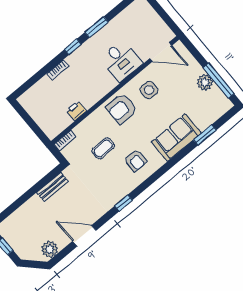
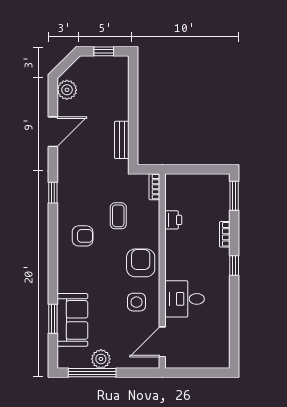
window: (97, 27) -> (234, 196), moved
sofa: (176, 138) -> (72, 320), moved
armchair: (135, 160) -> (83, 236), turned 180

